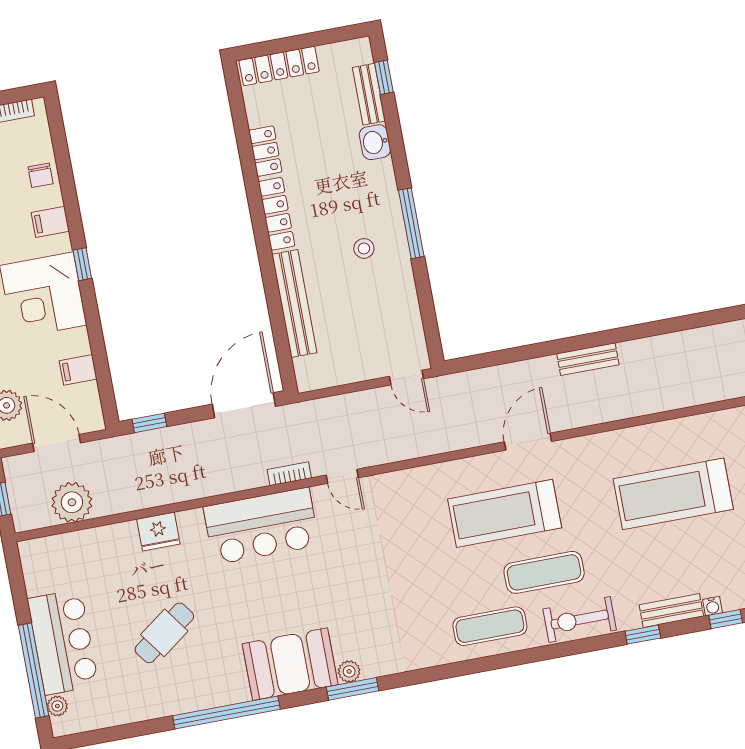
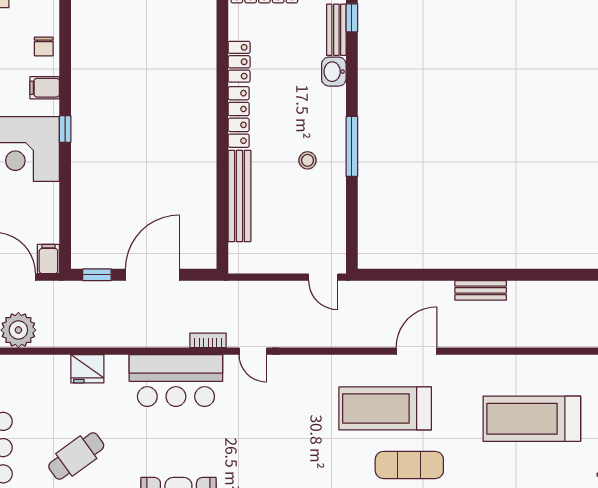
filing cabinet: (78, 370) -> (48, 259), moved, turned 90
door: (244, 405) -> (152, 275), moved

